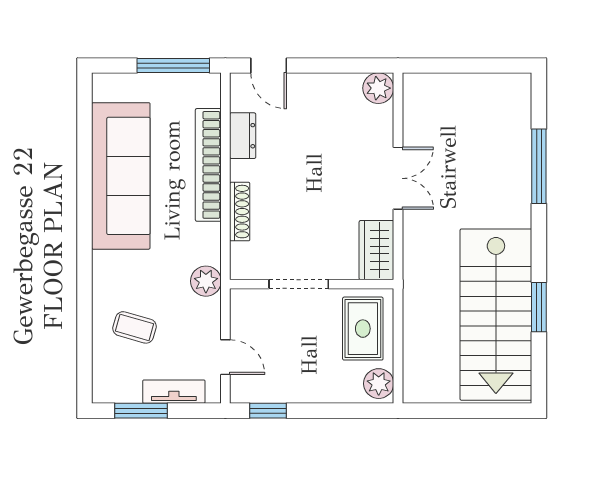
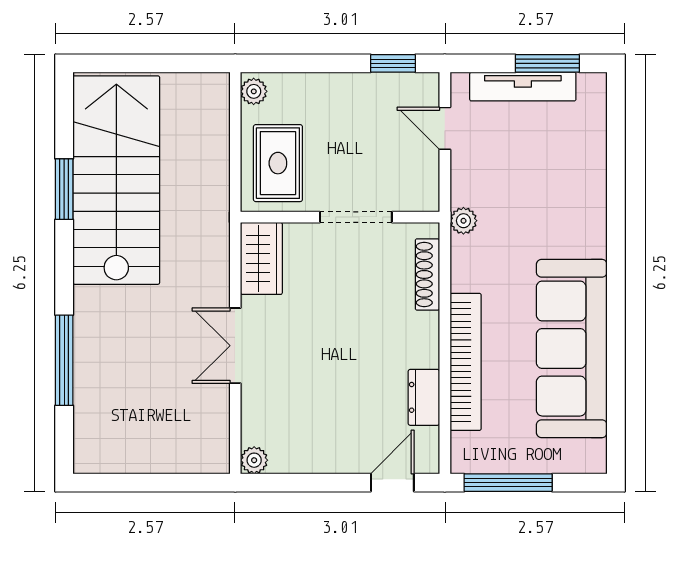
door: (269, 66) -> (392, 483), hinge flipped
plant: (378, 88) -> (254, 460), width x0.73, depth x0.73
shoe rack: (240, 212) -> (427, 274), moved
plant: (206, 281) -> (463, 221), width x0.73, depth x0.73
coffee table: (135, 327) -> (555, 164), removed
plant: (379, 384) -> (254, 91), width x0.73, depth x0.73
tv unit: (174, 392) -> (523, 87), width x1.41

